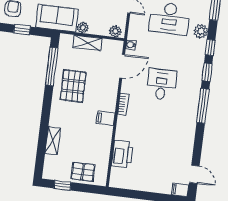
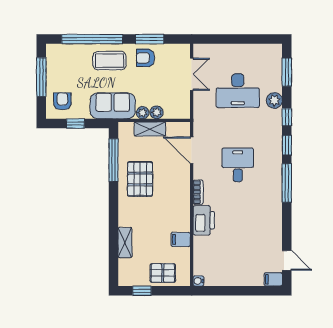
plant: (115, 31) -> (157, 112), moved
water cooler: (131, 45) -> (198, 281), moved
door: (122, 66) -> (192, 150), swing flipped
filing cabinet: (106, 118) -> (181, 239), moved
printer: (122, 154) -> (204, 220), moved

